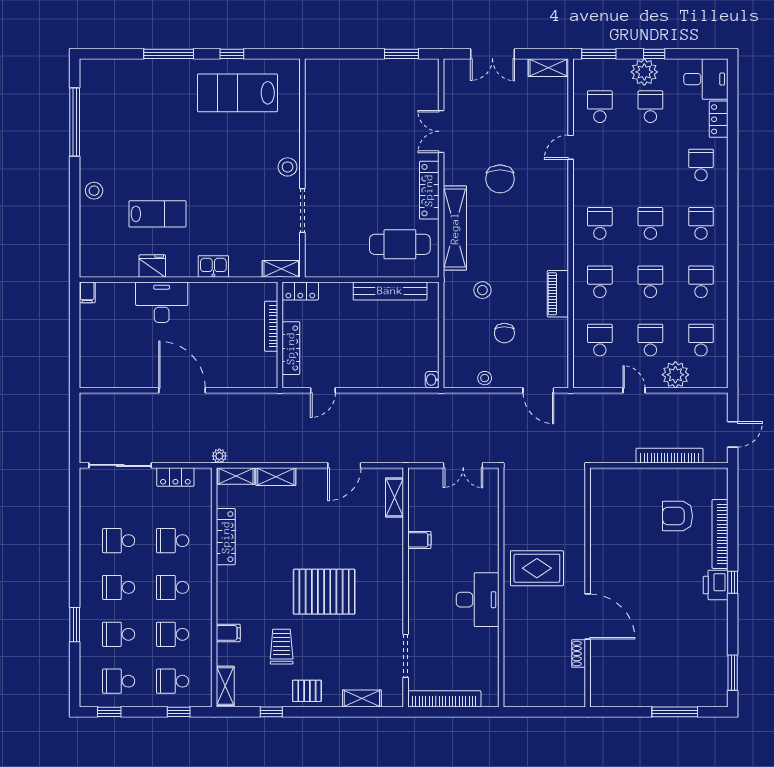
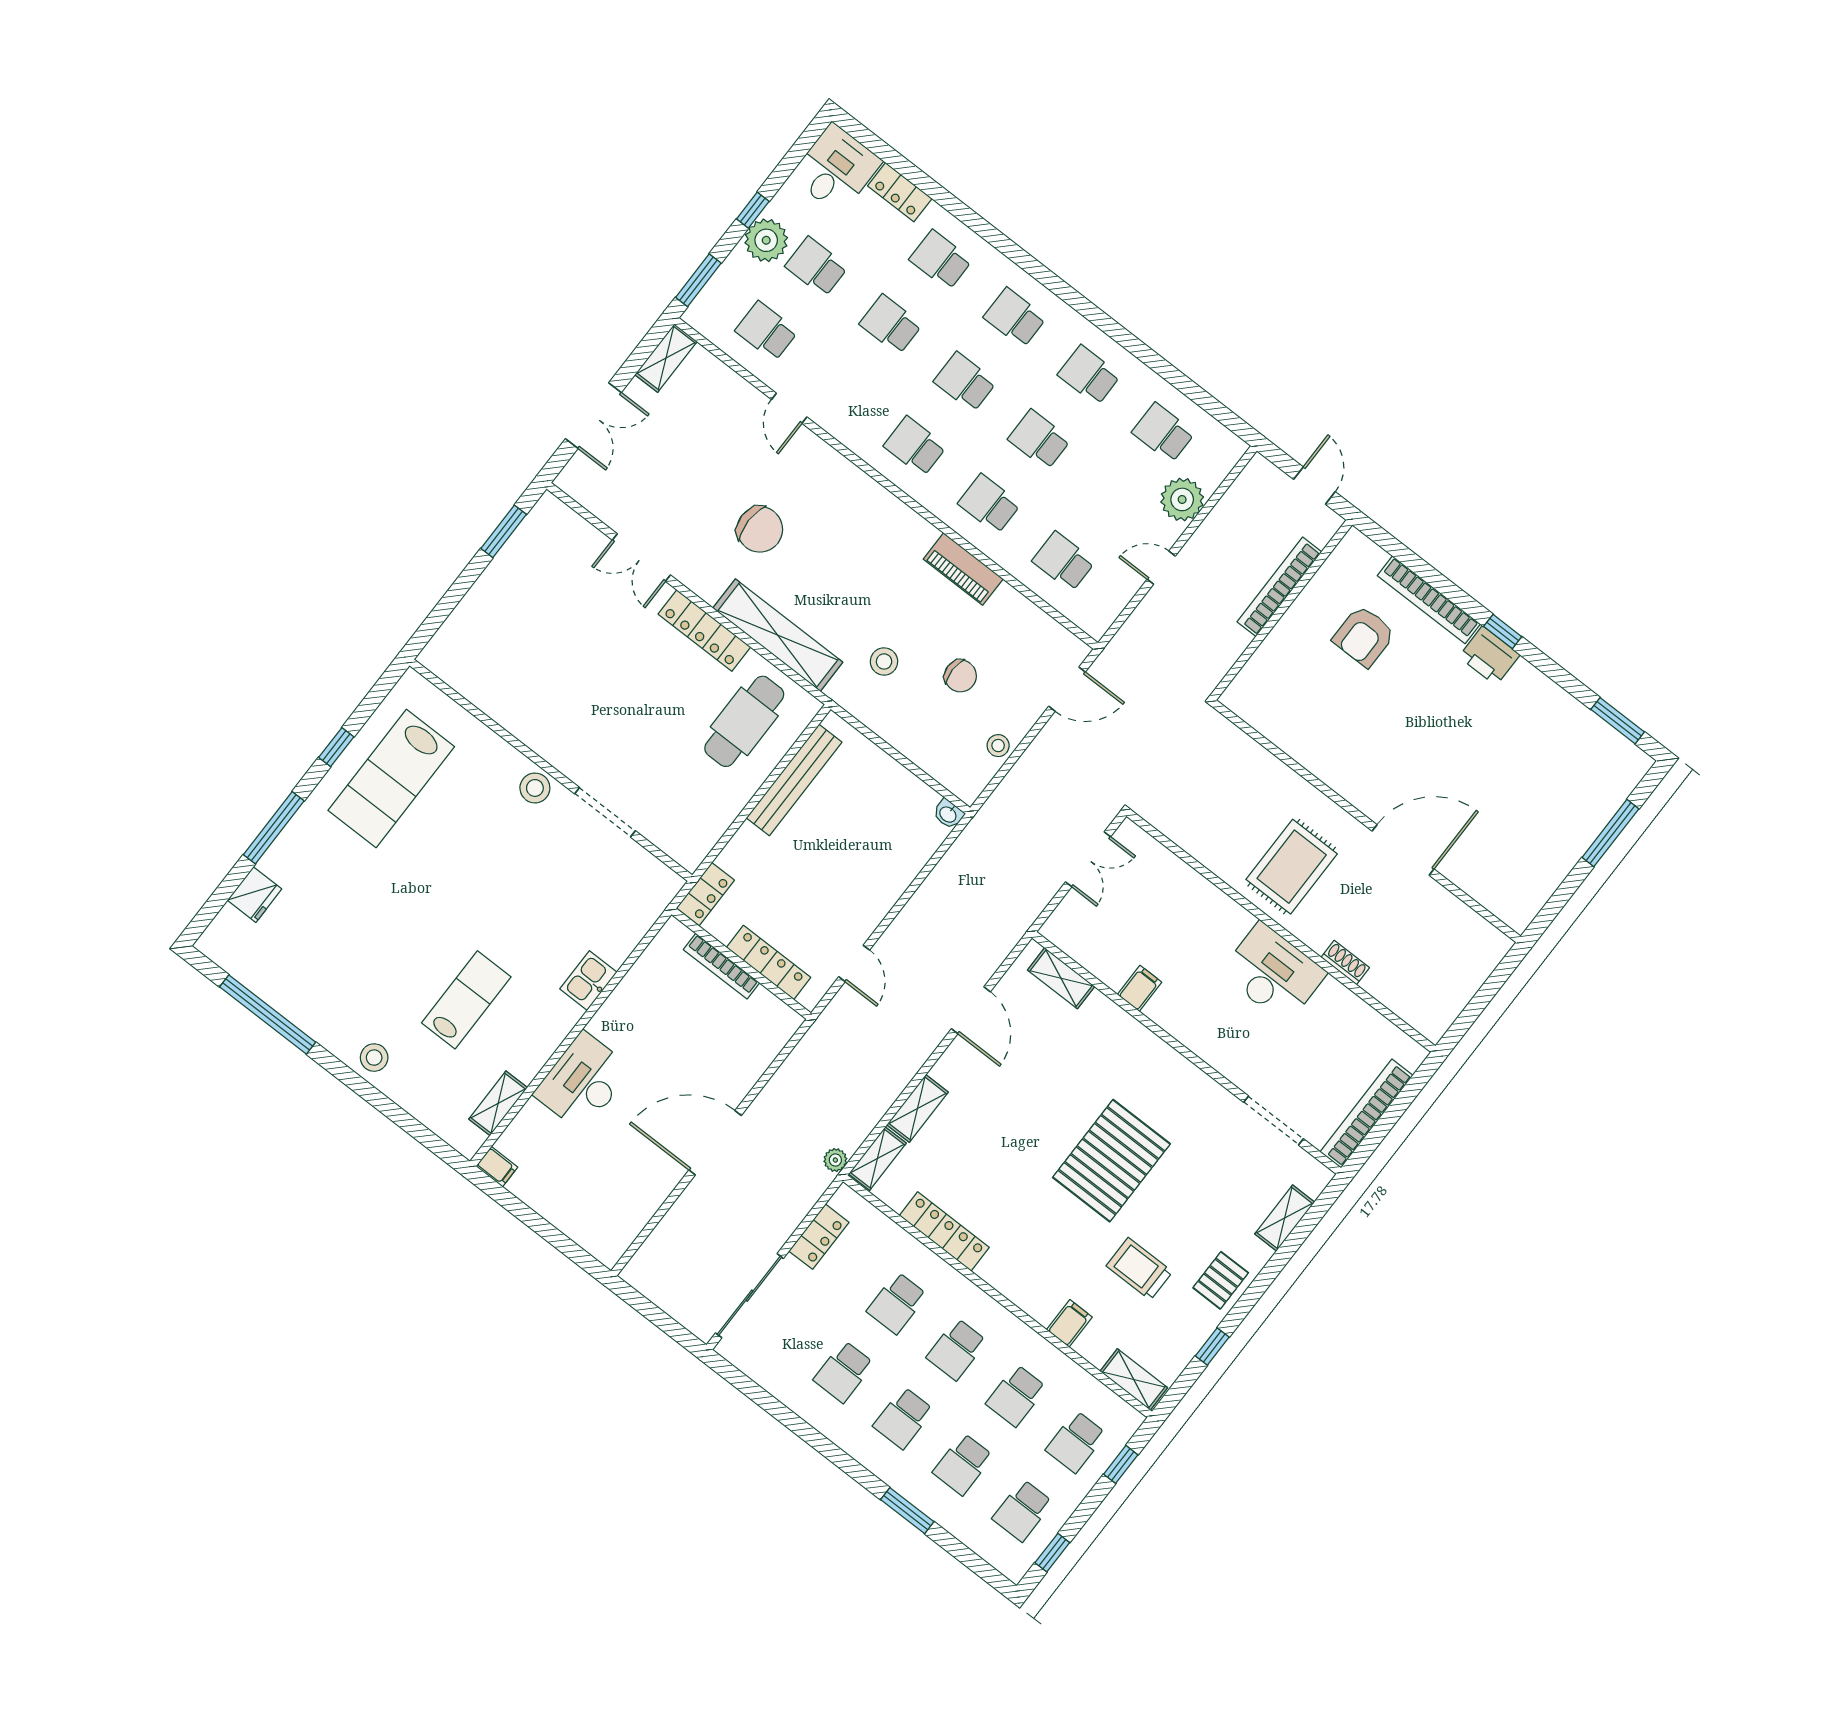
fridge: (152, 266) -> (255, 895), moved, turned 180
shelving: (281, 269) -> (498, 1103), moved
school desk: (650, 340) -> (891, 324), moved
shoe rack: (579, 654) -> (1345, 963), moved, turned 180

